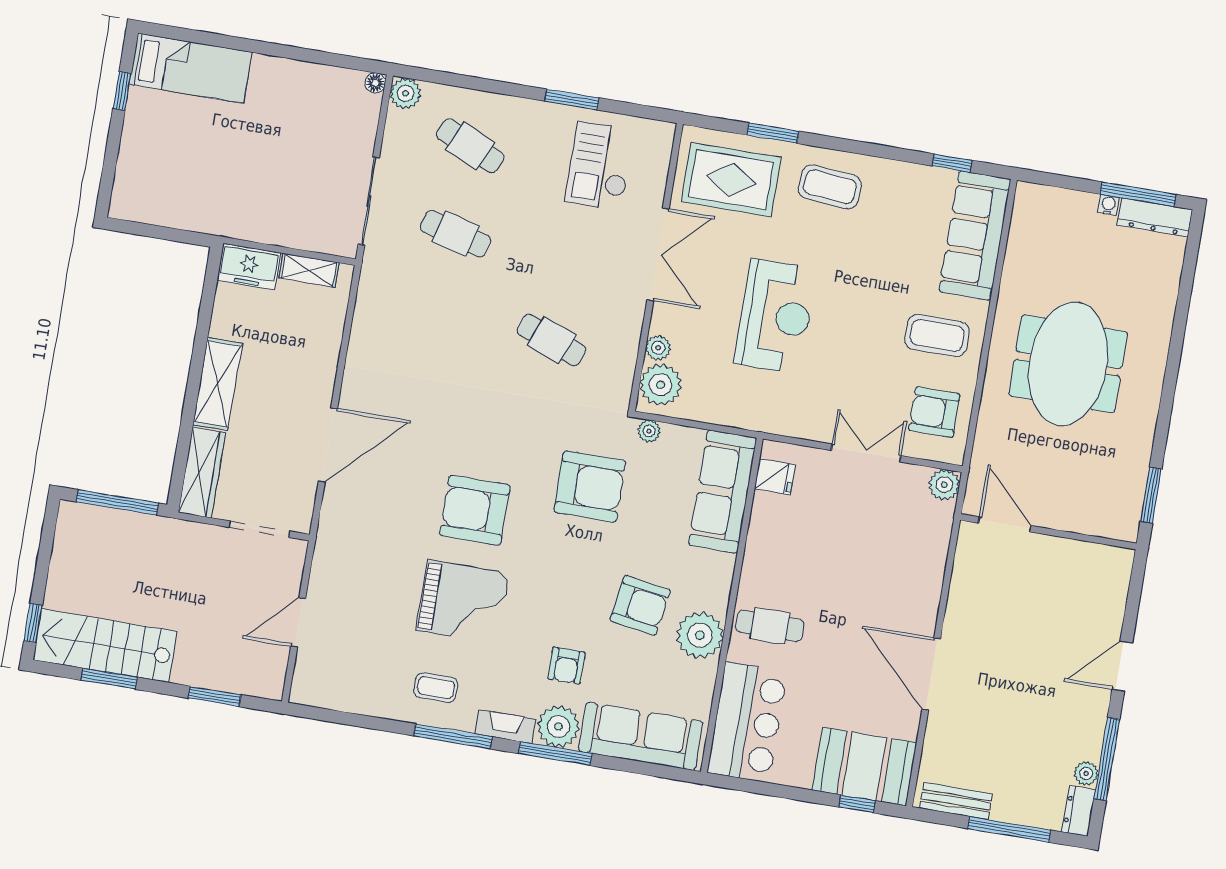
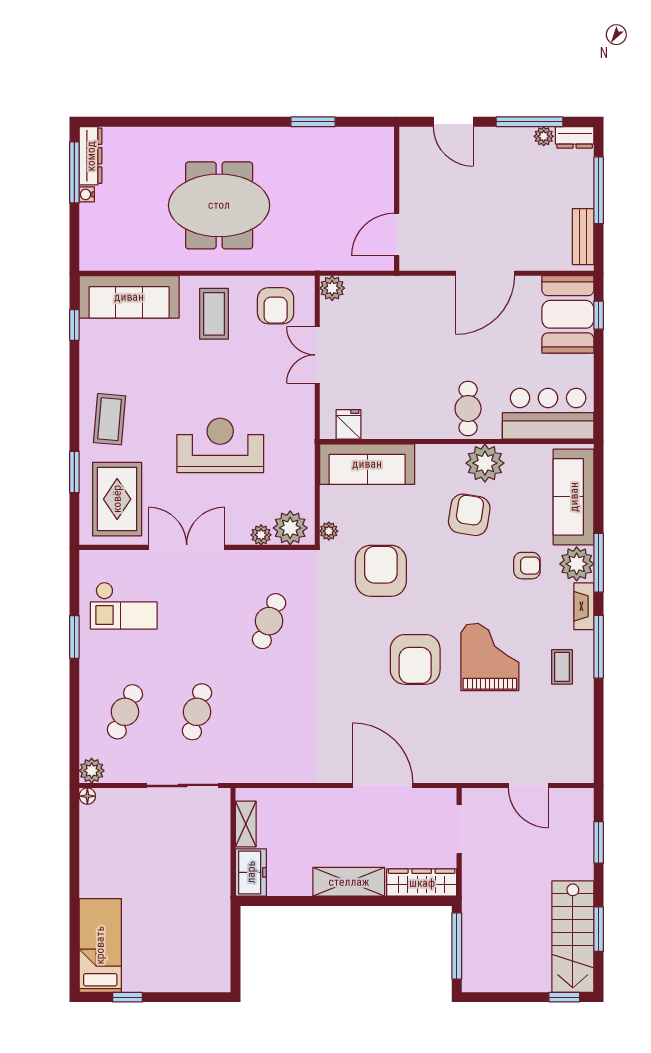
door: (1005, 524) -> (397, 235), moved
wall: (1048, 532) -> (397, 199), moved

